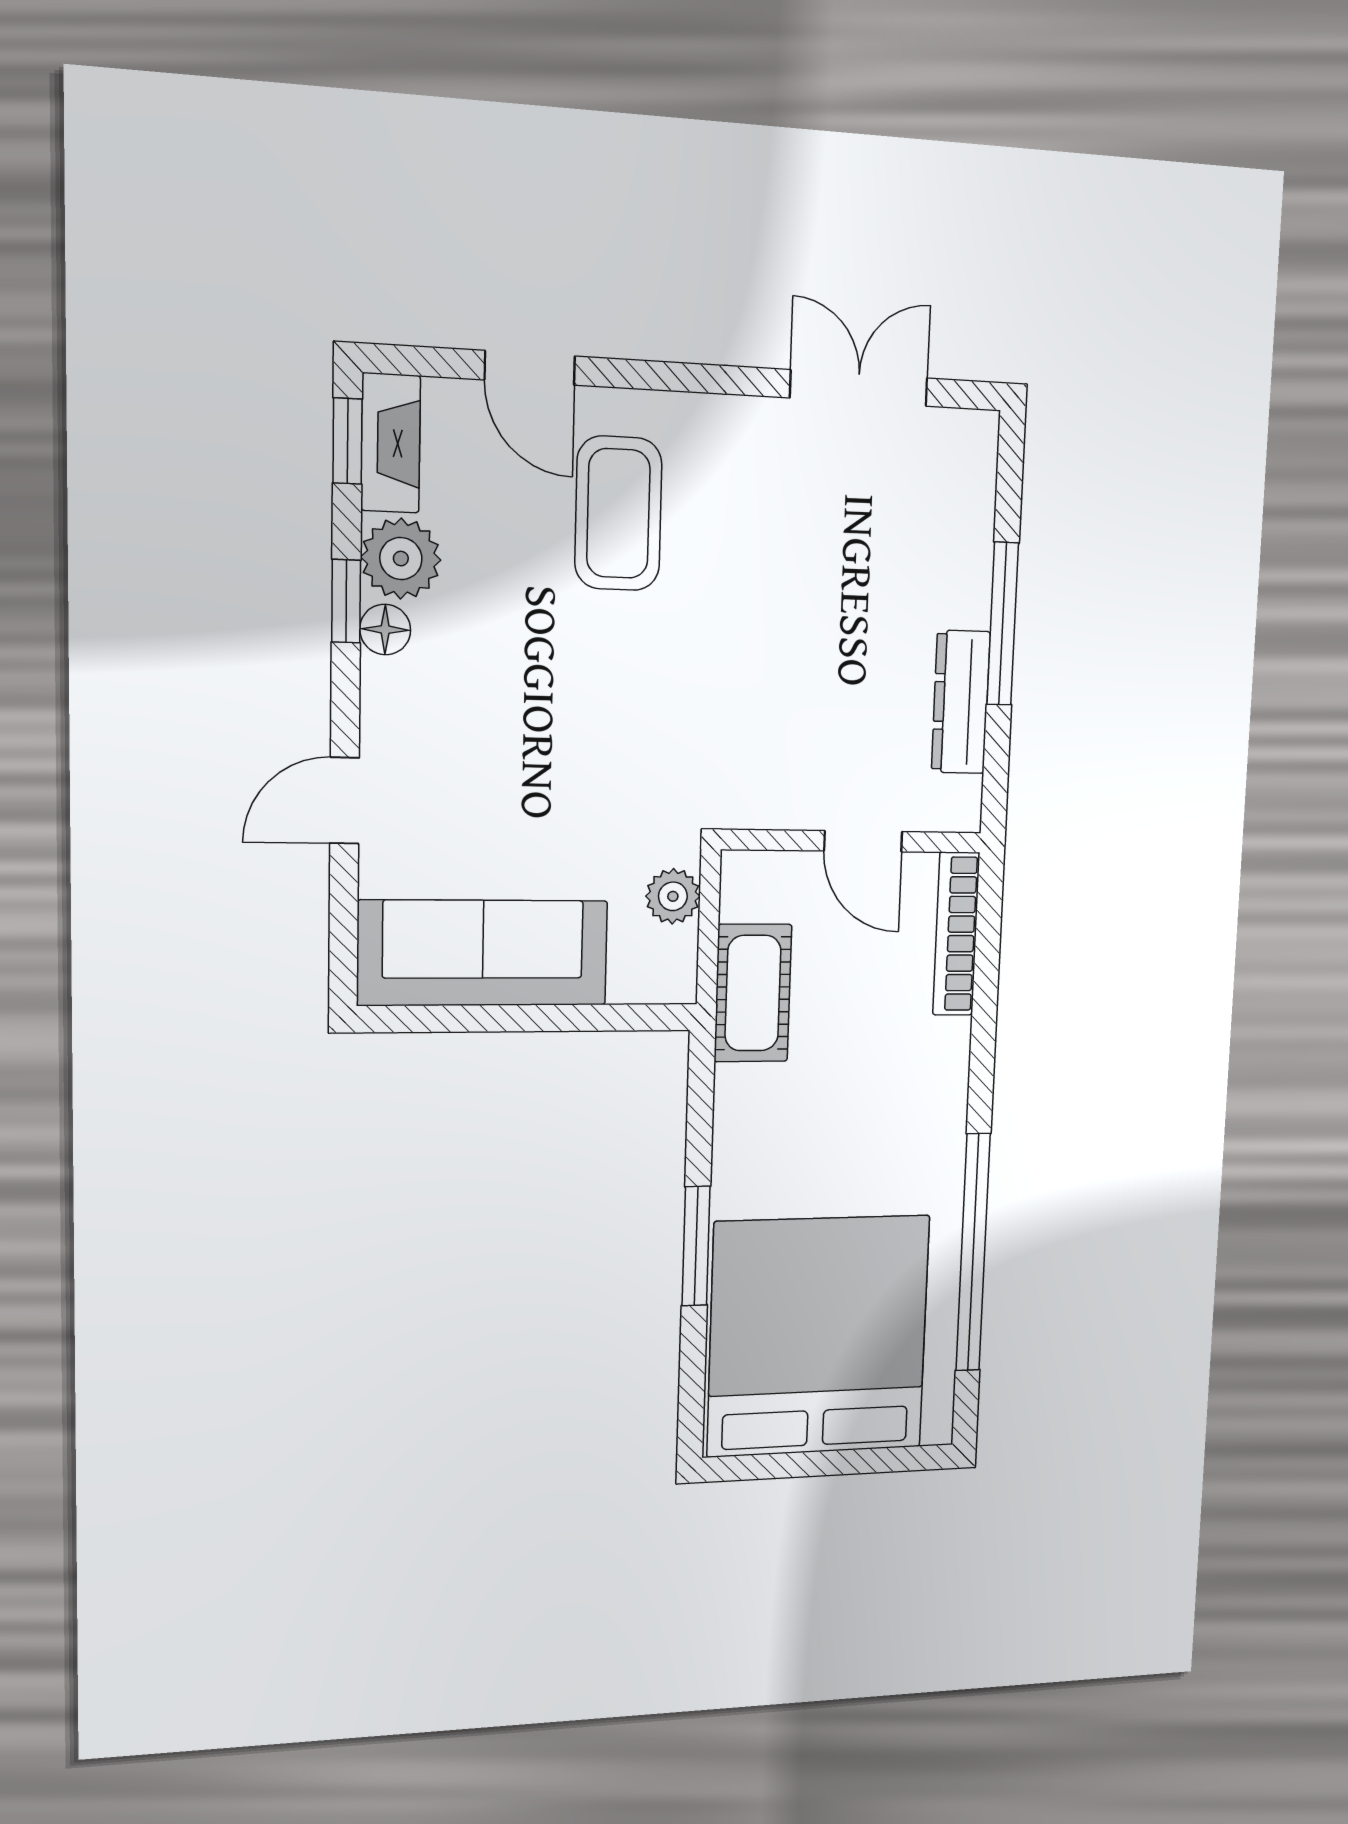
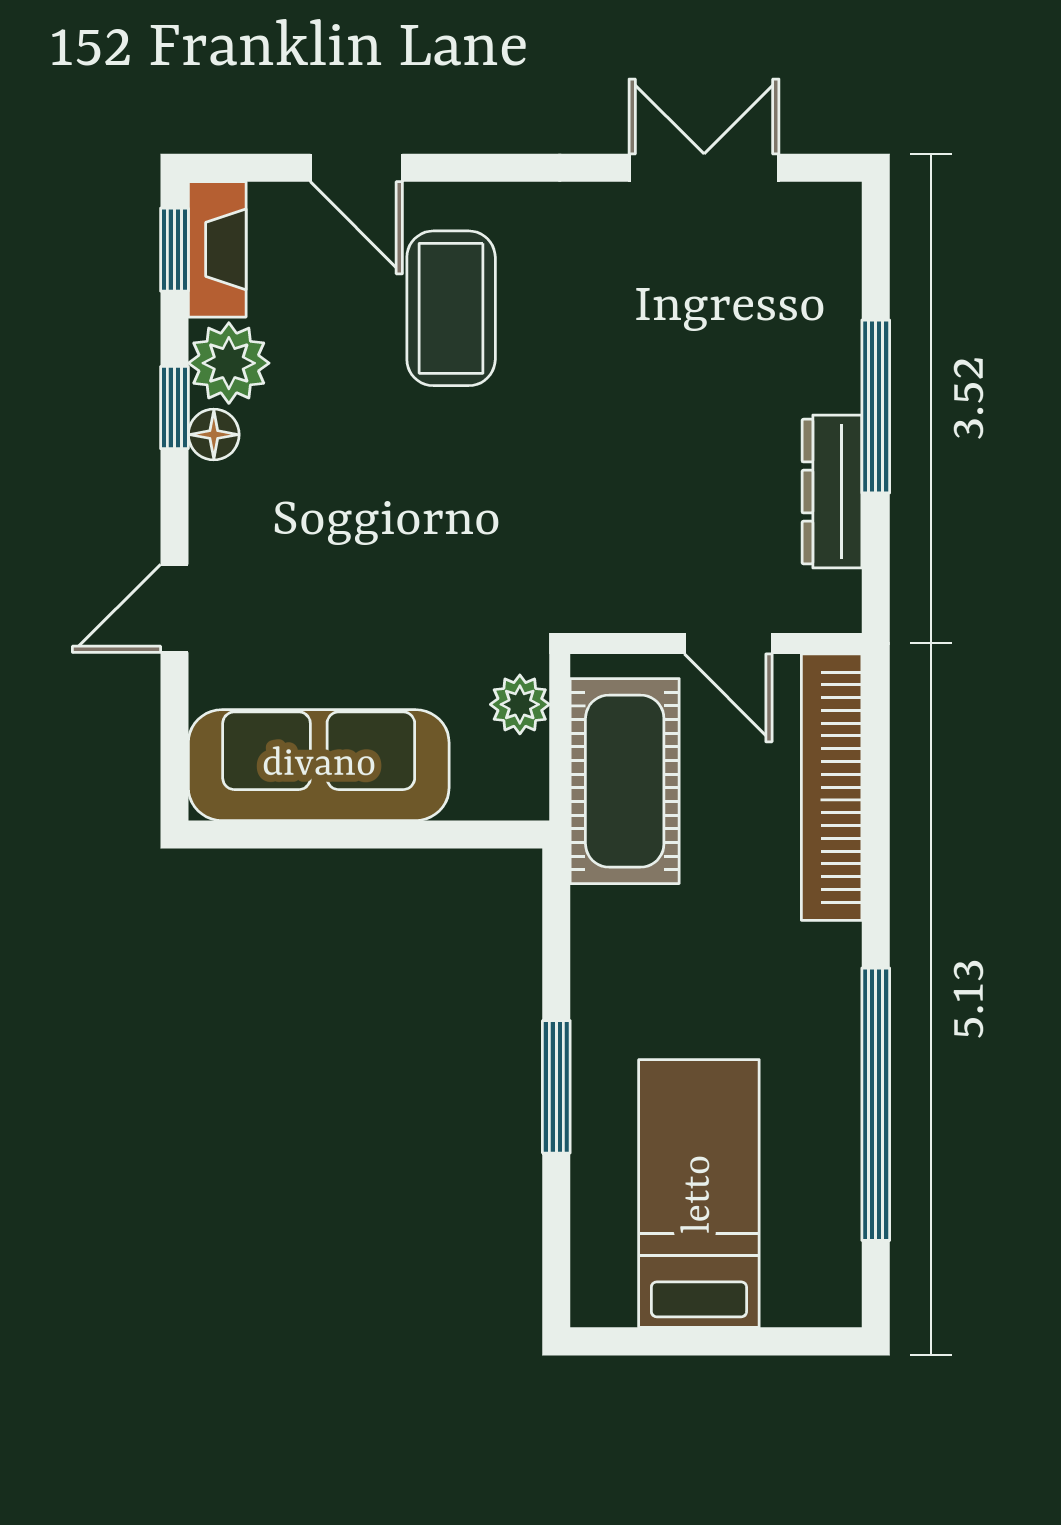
bookcase: (956, 934) -> (832, 787), width x1.48, depth x1.31
cot: (753, 993) -> (625, 781), width x1.37, depth x1.34
bed: (819, 1336) -> (699, 1194), width x0.49

